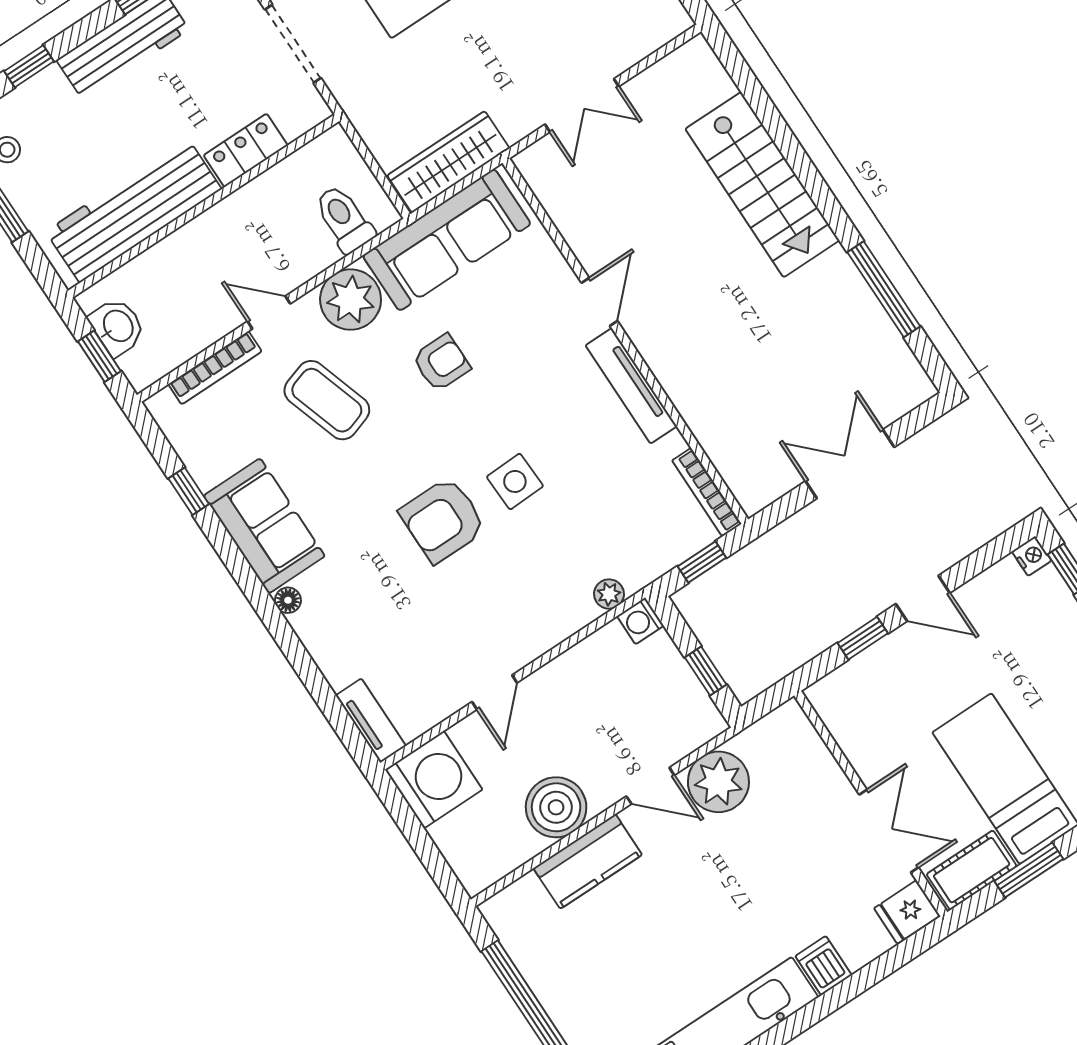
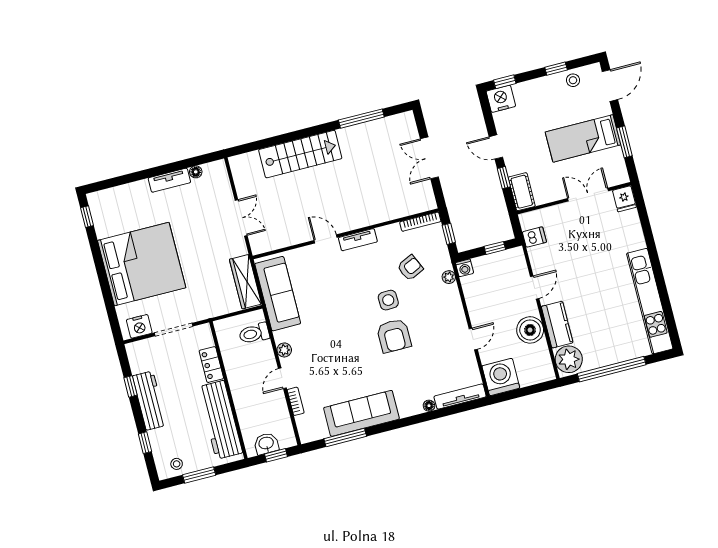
plant: (351, 300) -> (284, 350), width x0.53, depth x0.53
armchair: (441, 363) -> (410, 268), moved, turned 65
bookcase: (215, 368) -> (296, 401), width x0.64
tv unit: (631, 386) -> (358, 240), width x0.71
coffee table: (327, 400) -> (327, 367), removed
window: (189, 491) -> (345, 438), width x2.17
sofa: (264, 526) -> (361, 413), width x1.36
nightstand: (1032, 556) -> (501, 99), width x1.89, depth x1.79
door: (923, 598) -> (496, 147), swing flipped
floor lamp: (288, 600) -> (429, 406), moved
door: (494, 692) -> (473, 339), hinge flipped
tv unit: (371, 721) -> (460, 396), width x1.41
plant: (718, 782) -> (569, 359), moved
cot: (972, 870) -> (522, 192), moved
dishwasher: (824, 966) -> (534, 237), moved, turned 180

